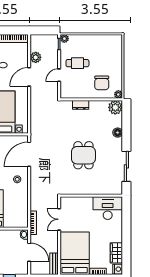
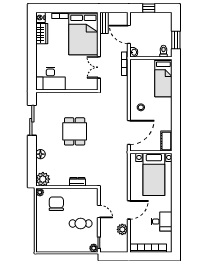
door: (59, 75) -> (99, 211), hinge flipped
double door: (59, 219) -> (99, 67), swing flipped

